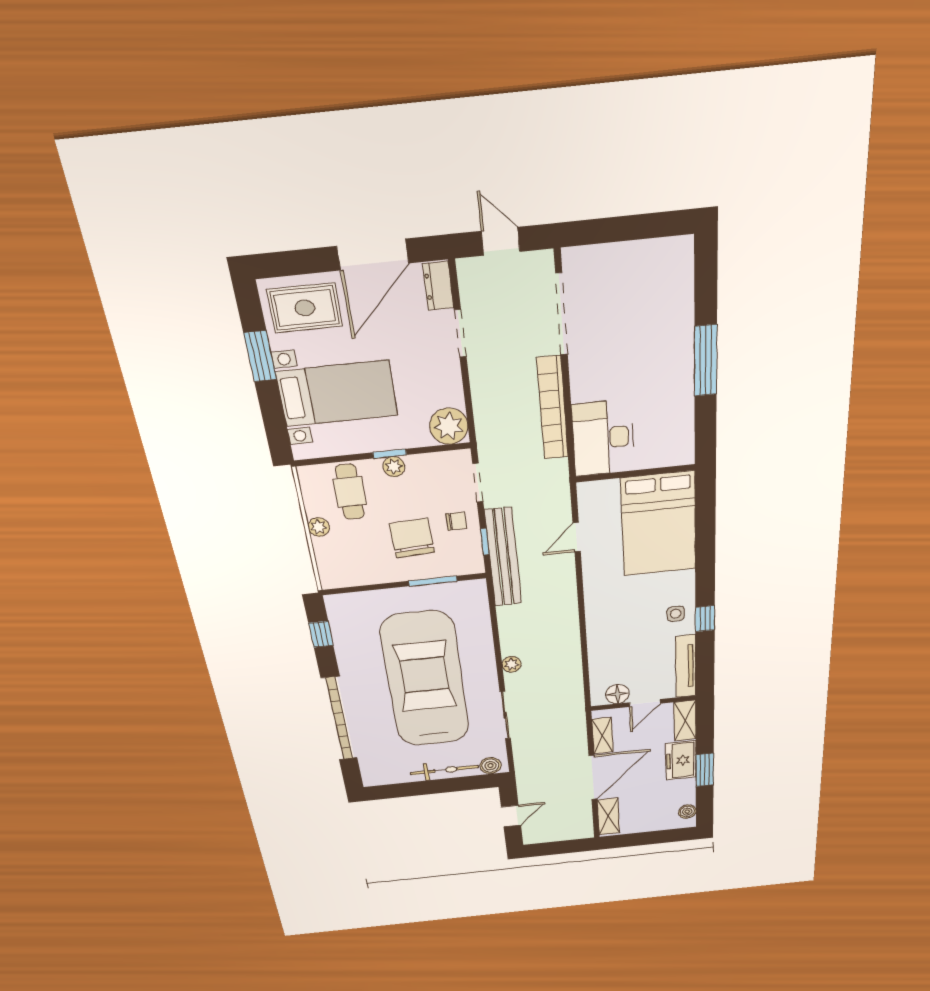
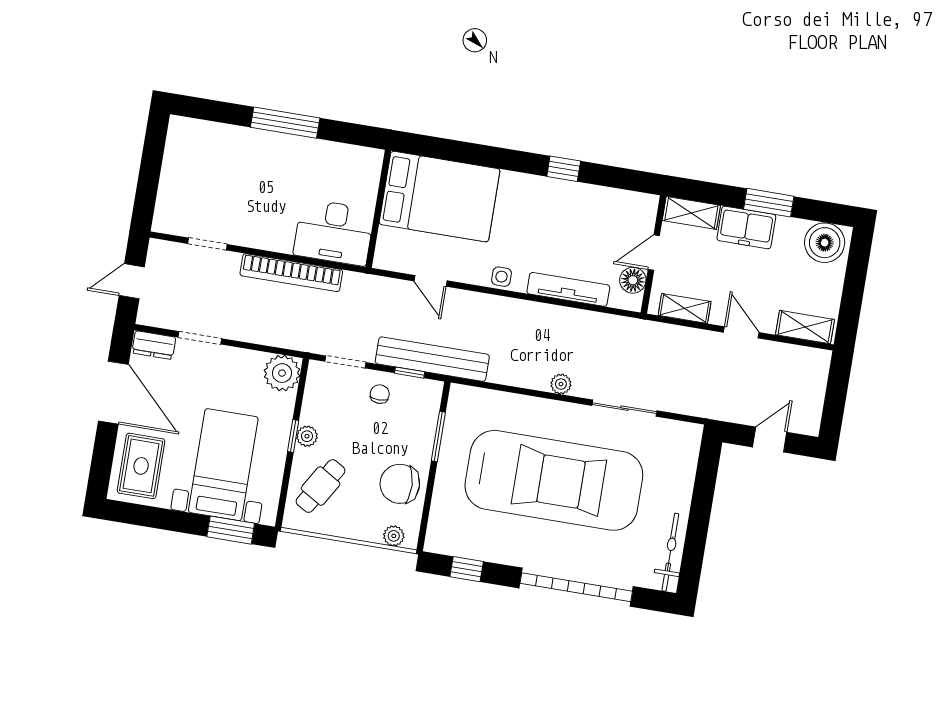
doorway: (562, 314) -> (208, 244), width x0.53
window: (260, 356) -> (231, 530), moved
cafe table: (350, 492) -> (321, 486), turned -59
plant: (319, 527) -> (394, 536), moved
chair: (412, 538) -> (400, 484), moved
side table: (676, 614) -> (502, 277), moved
tv unit: (686, 666) -> (568, 289), moved, turned 180
car: (425, 680) -> (554, 480), turned 180
door: (645, 703) -> (654, 253), swing flipped
boiler: (490, 766) -> (689, 443), removed
bicycle: (444, 770) -> (670, 552), moved
door: (593, 778) -> (741, 332), width x0.53
boiler: (687, 812) -> (825, 243), width x1.86, depth x1.86
door: (511, 816) -> (770, 440), hinge flipped

